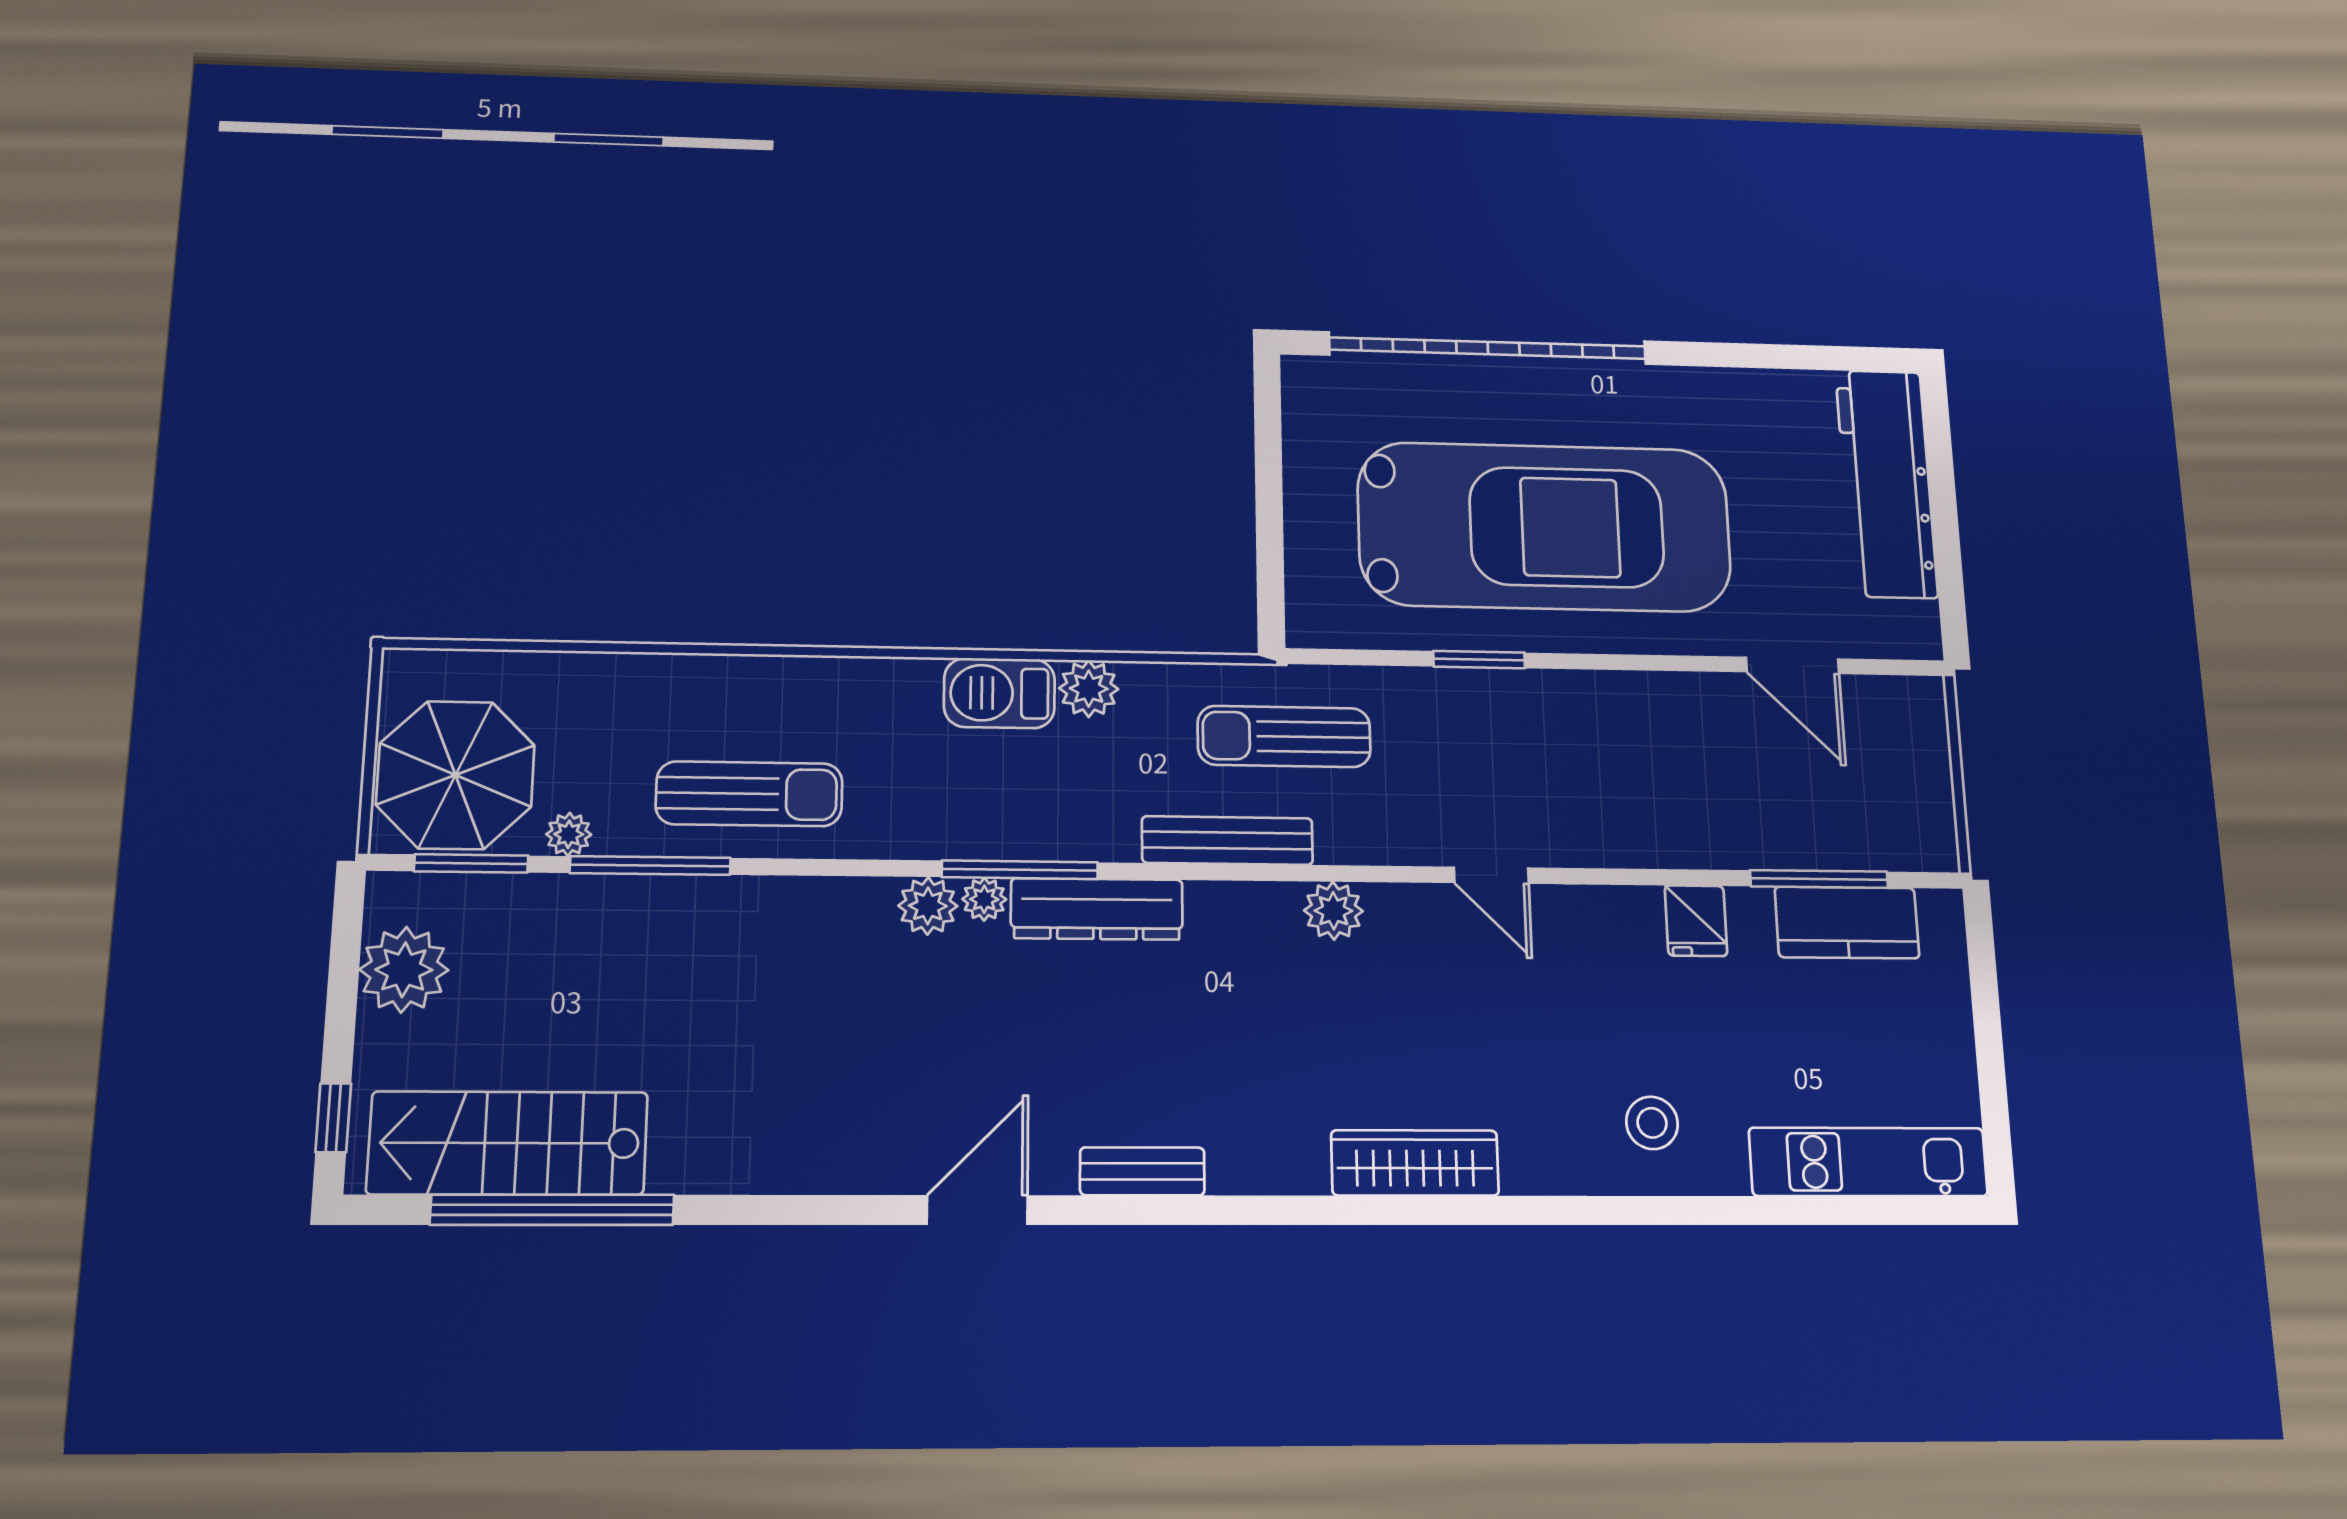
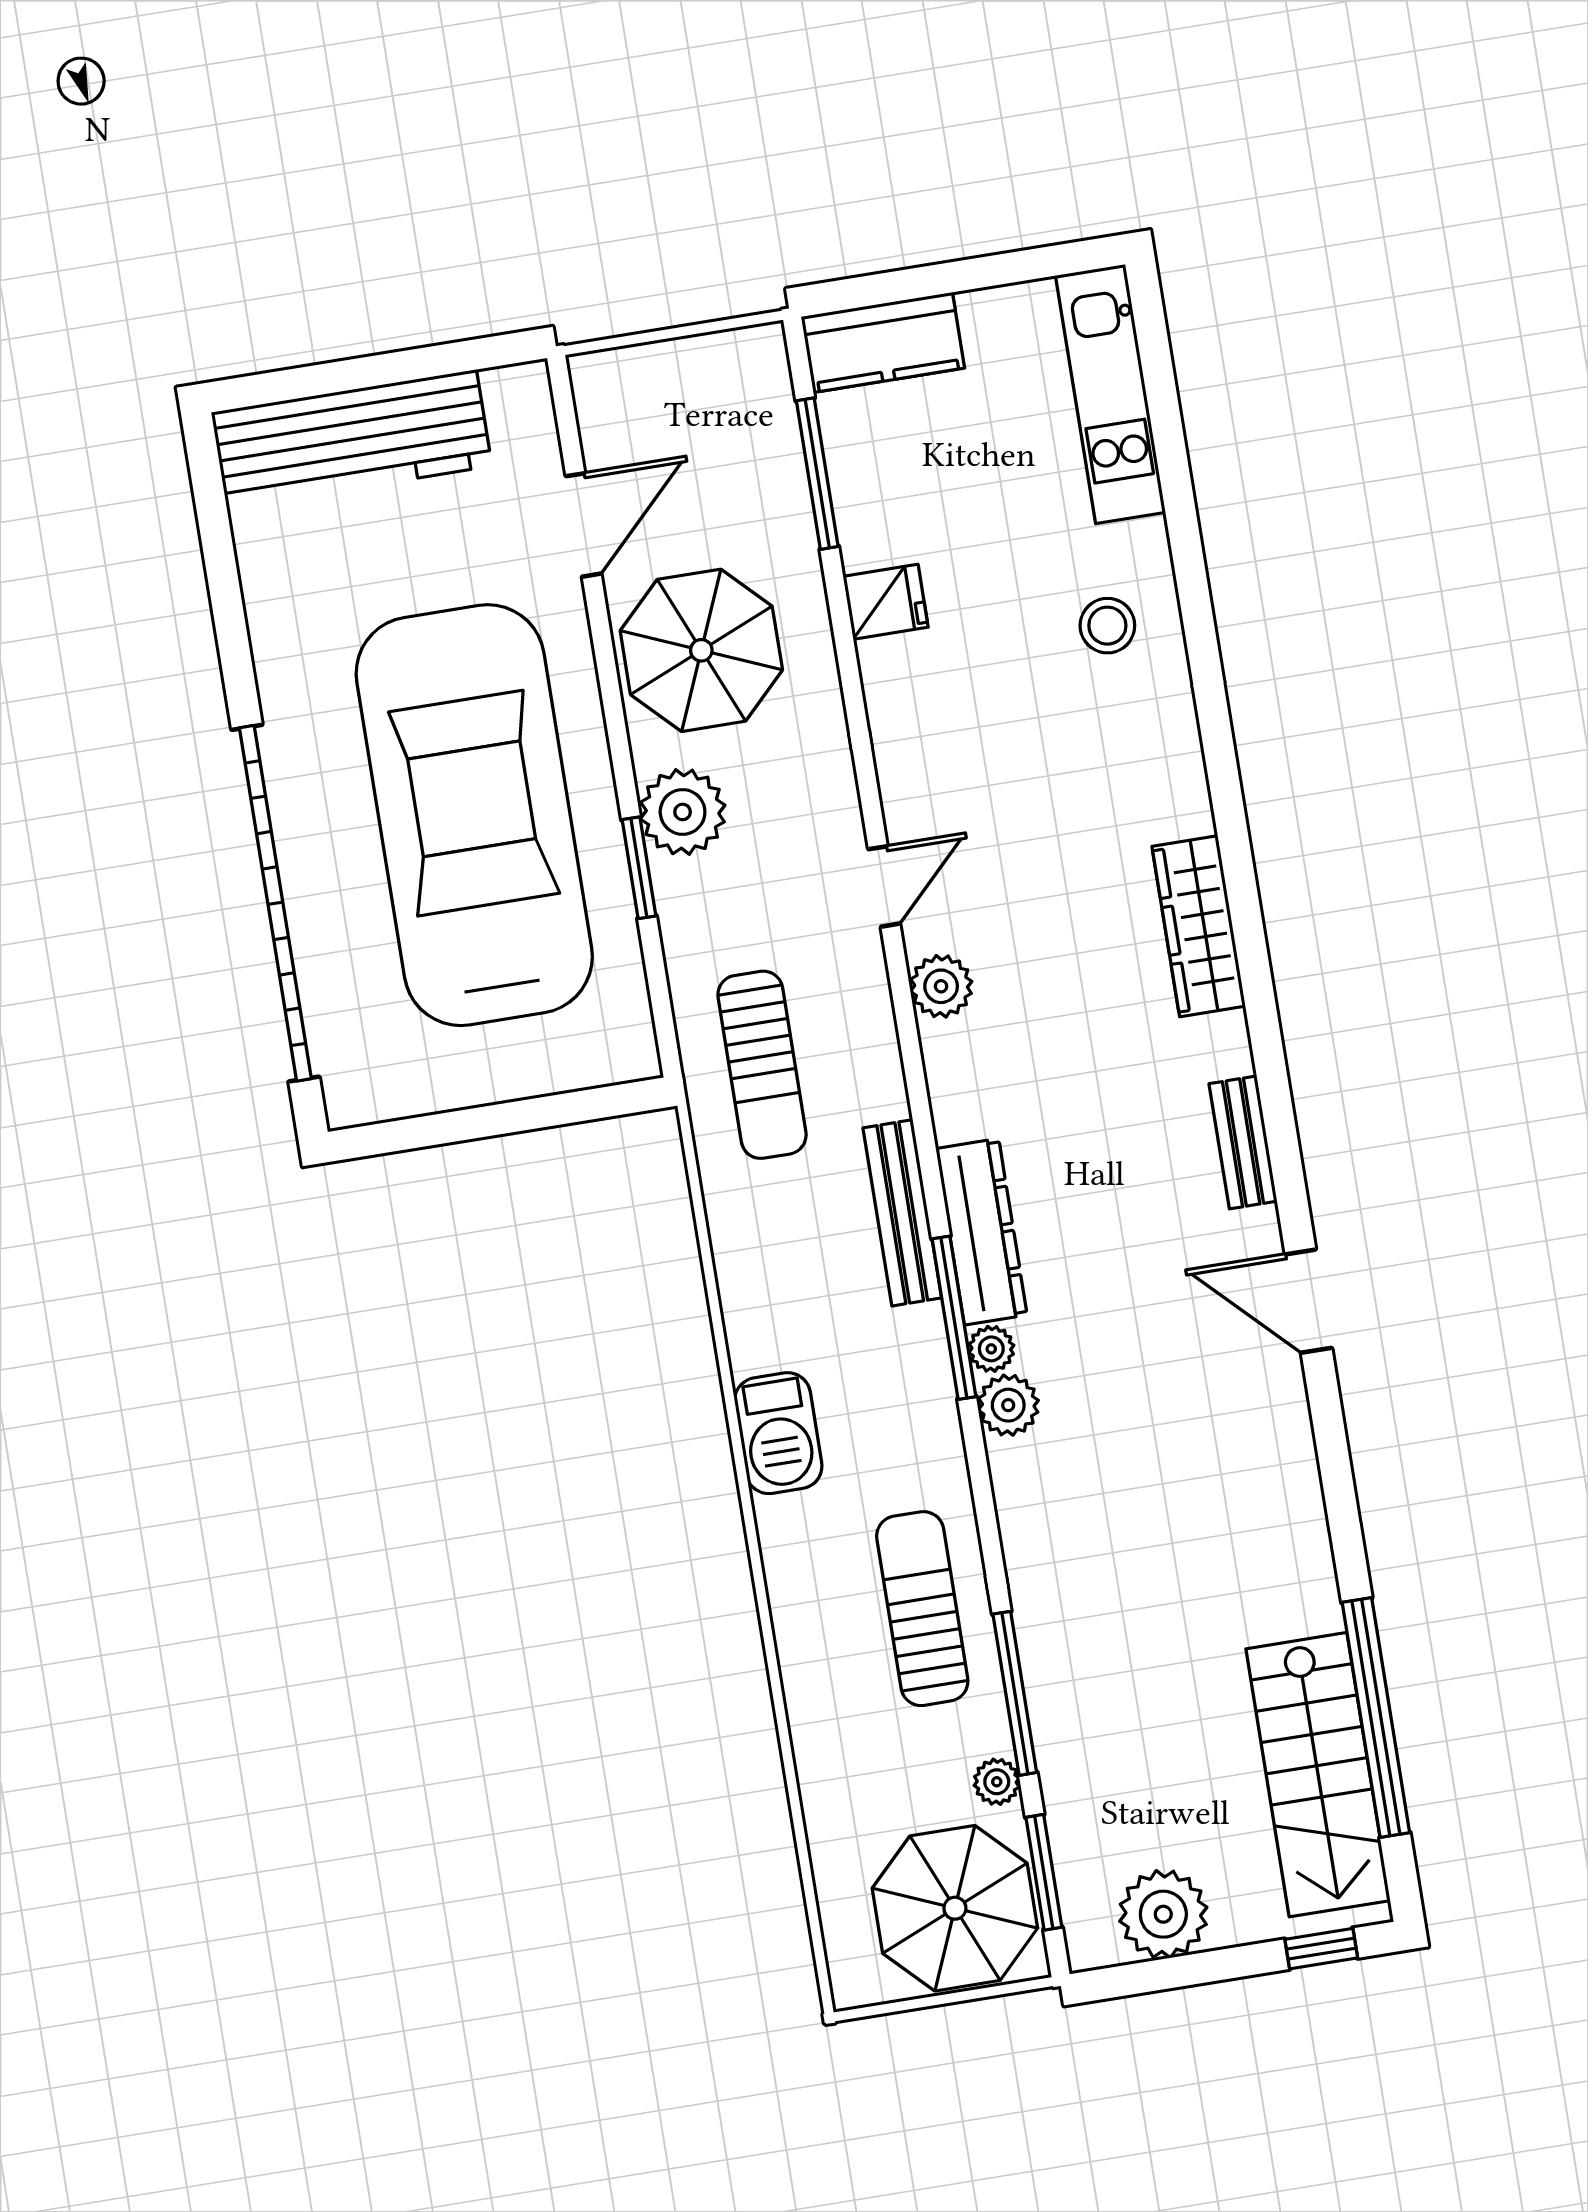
plant: (1089, 689) -> (683, 812), moved, width x1.36, depth x1.36
barbecue: (999, 693) -> (778, 1433), moved
parasol: (1669, 748) -> (701, 650), added
bench: (1227, 840) -> (902, 1213), moved
door: (1491, 875) -> (884, 886), moved
kitchen counter: (1847, 923) -> (883, 342), moved, turned 90
wardrobe: (1415, 1163) -> (1199, 926), moved

